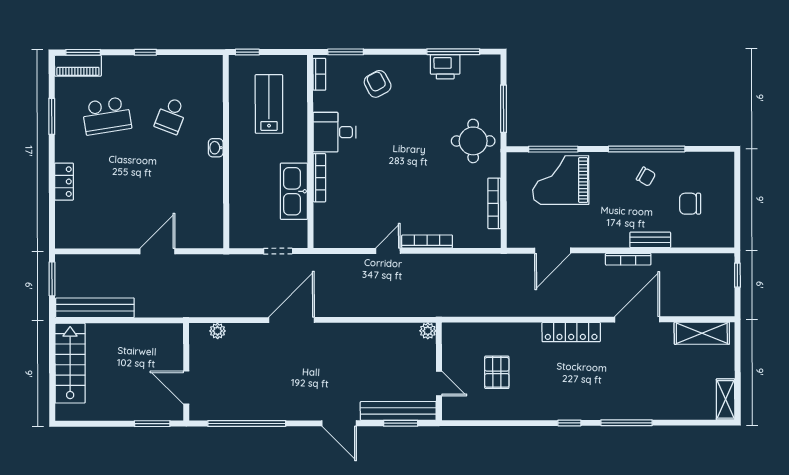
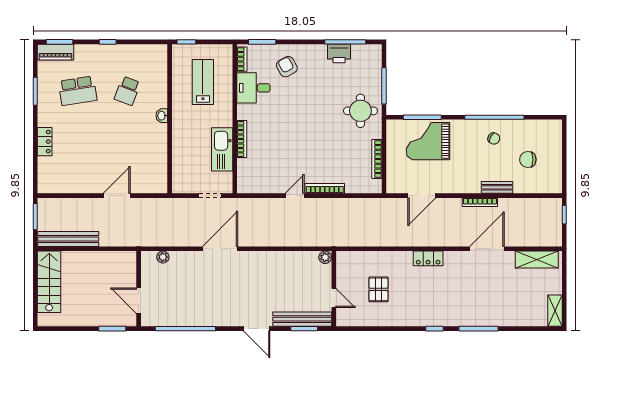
desk: (334, 132) -> (253, 88), moved
locker: (571, 332) -> (428, 258), width x0.66

